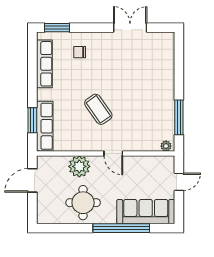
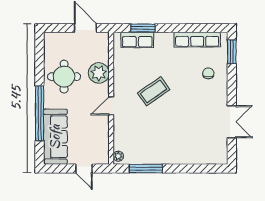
row of seats: (45, 126) -> (137, 40), width x0.68

